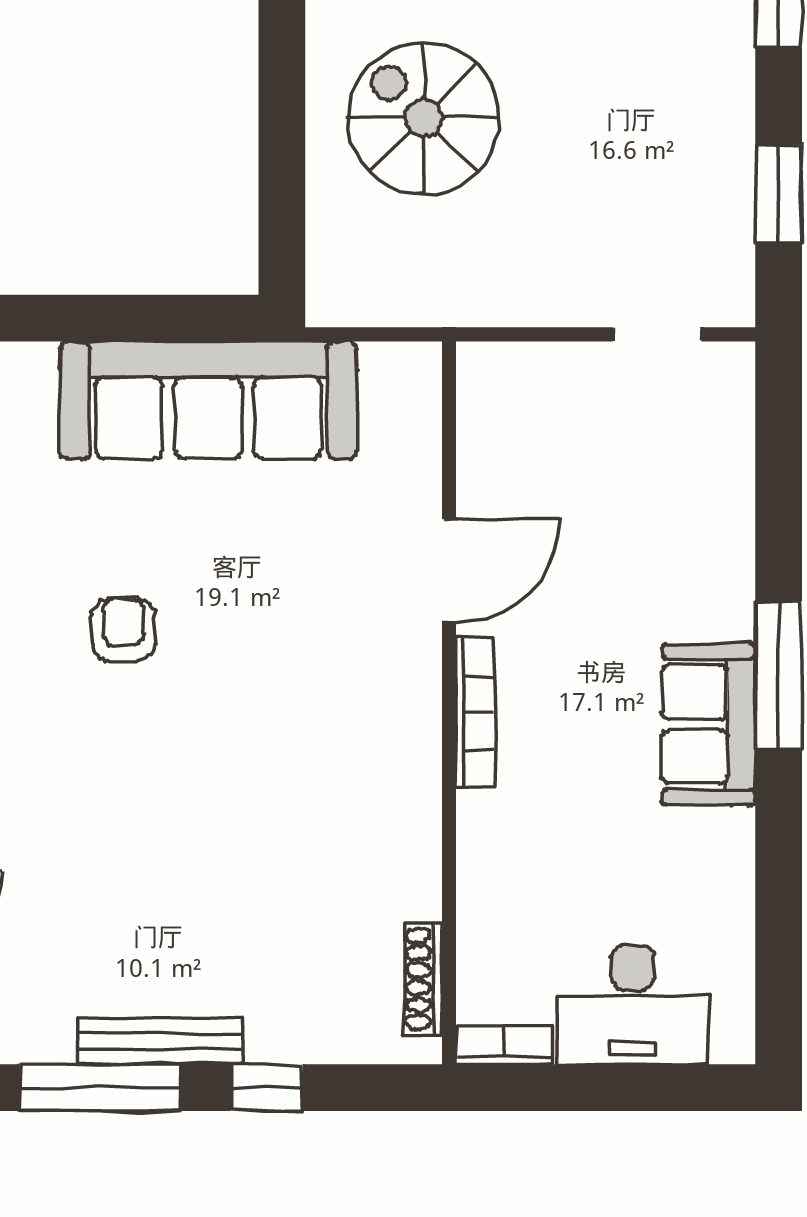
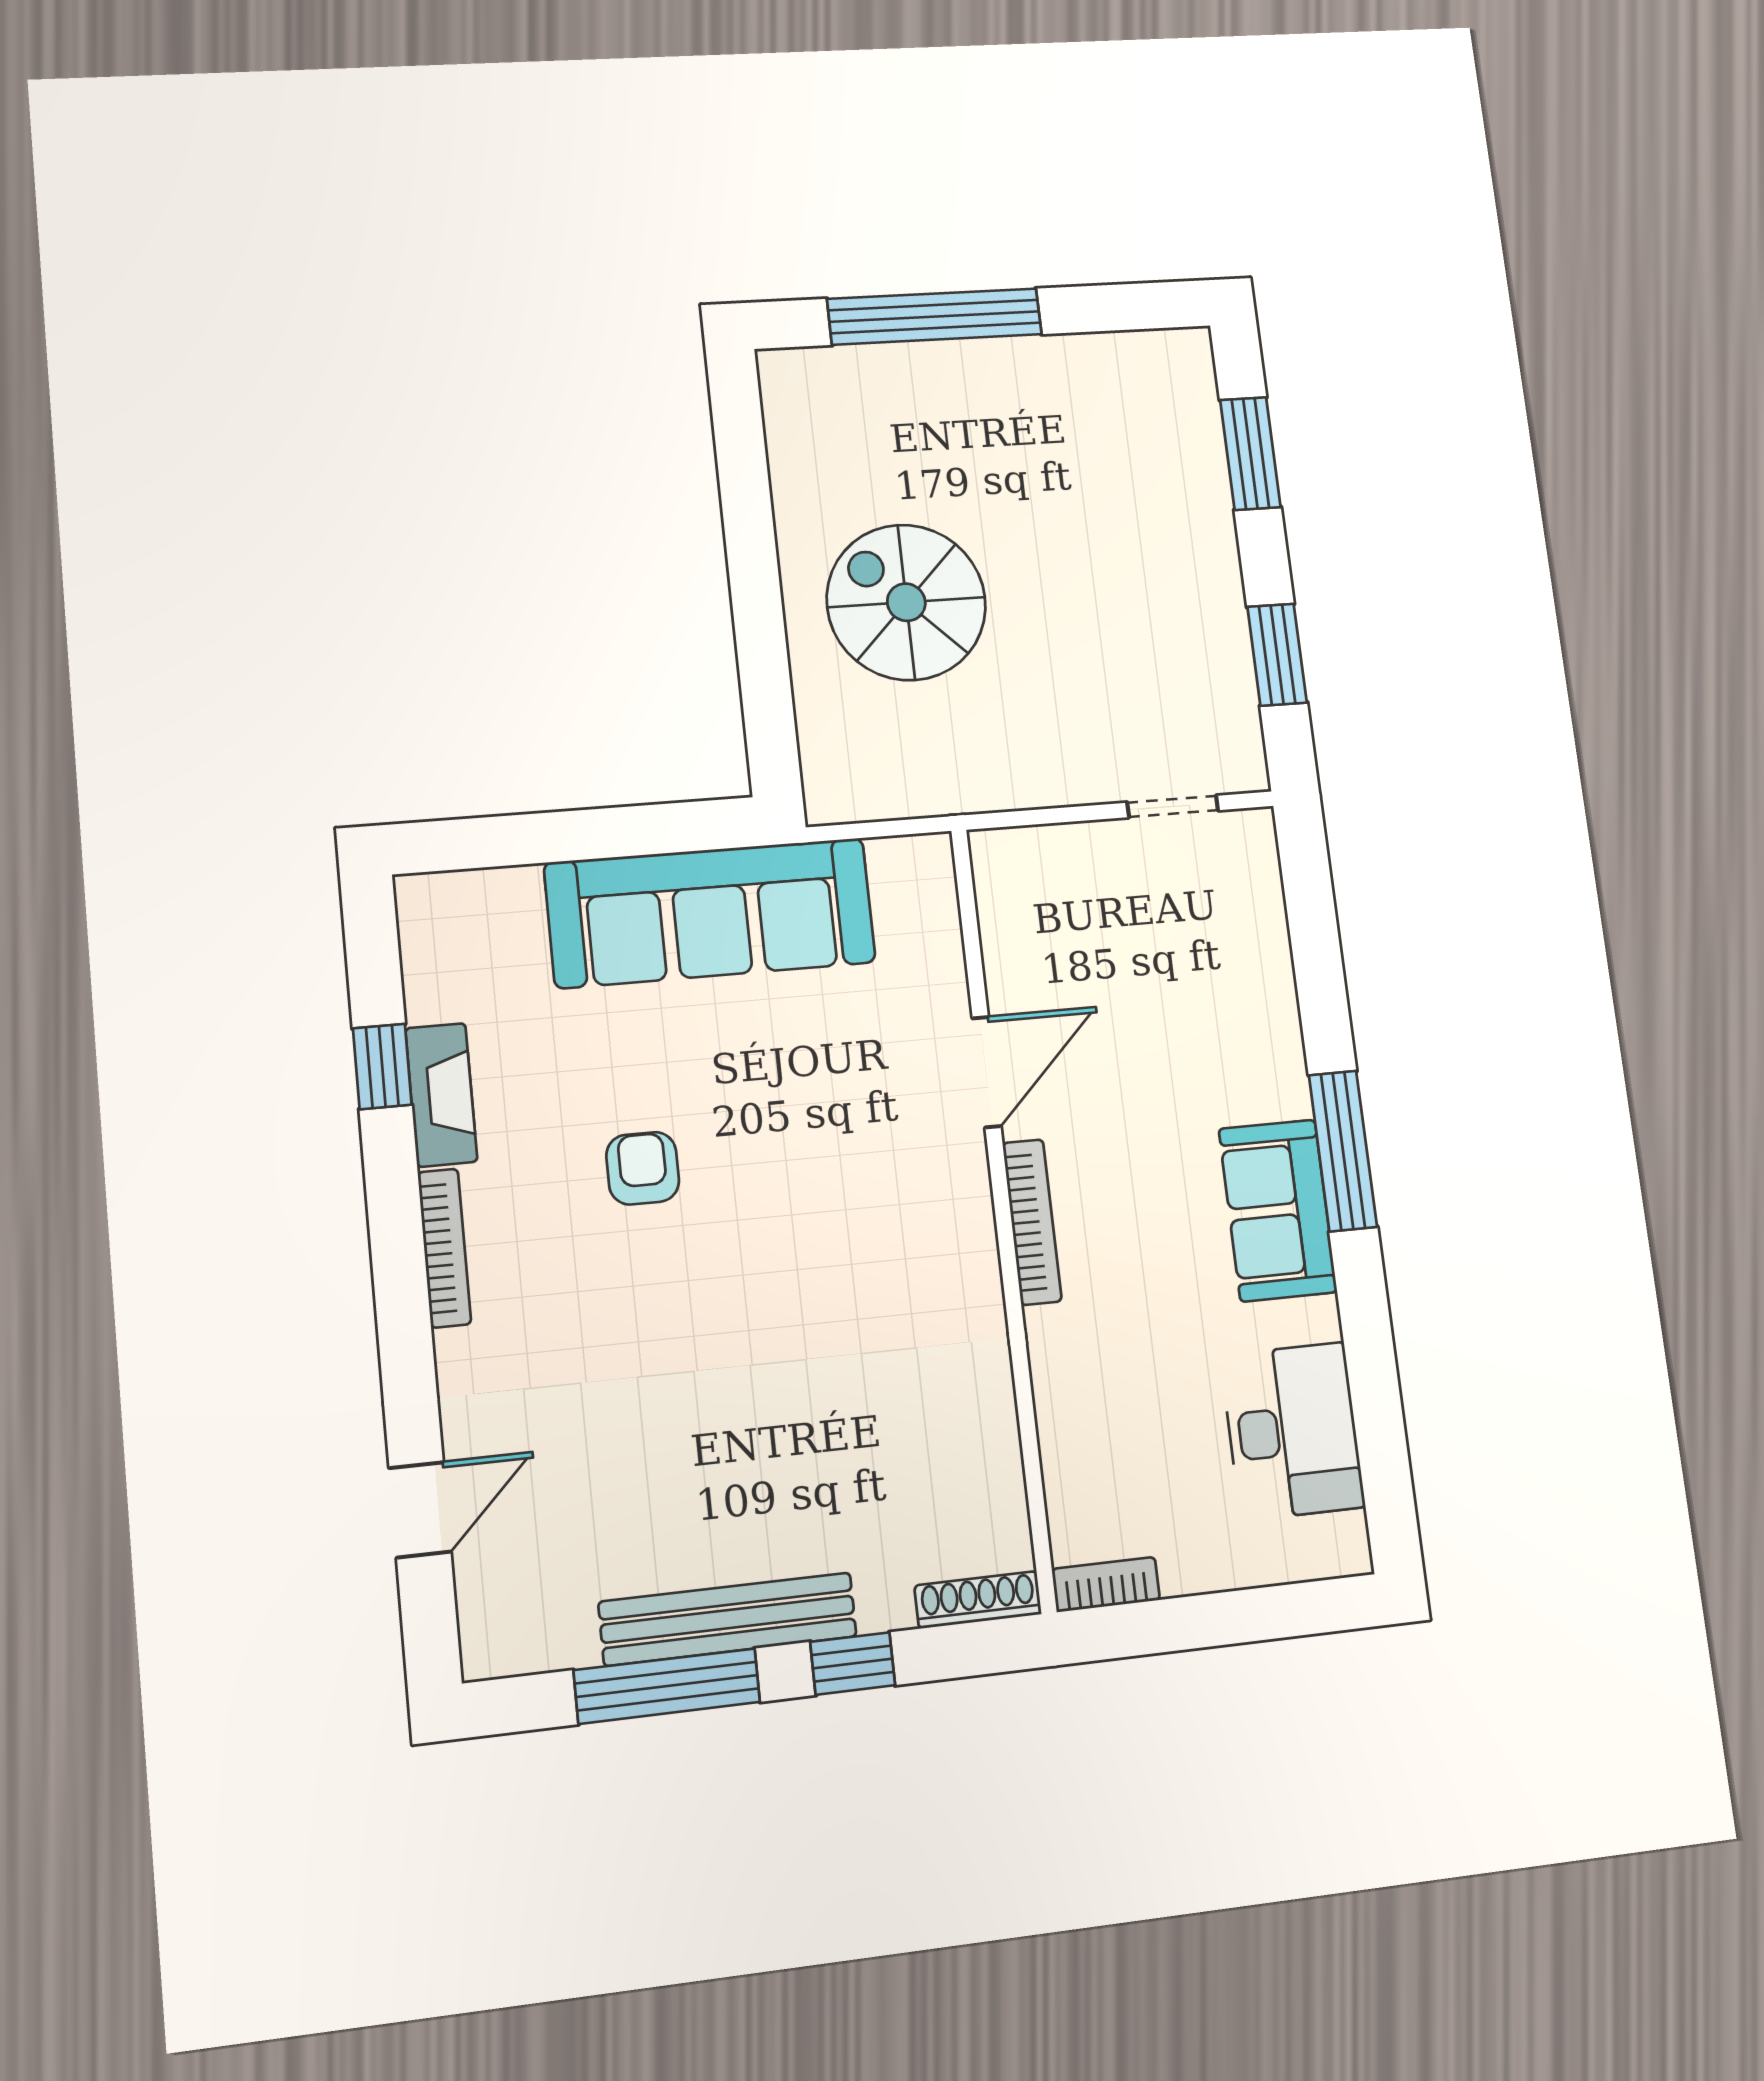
shoe rack: (423, 979) -> (978, 1600), moved, turned 90
desk: (633, 1005) -> (1293, 1431), moved, turned -90
bench: (160, 1041) -> (728, 1619), width x1.37, depth x1.21

